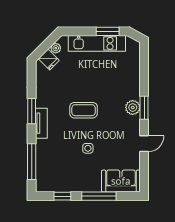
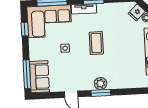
corner sofa: (54, 166) -> (49, 21), added
window: (99, 196) -> (27, 74), moved

